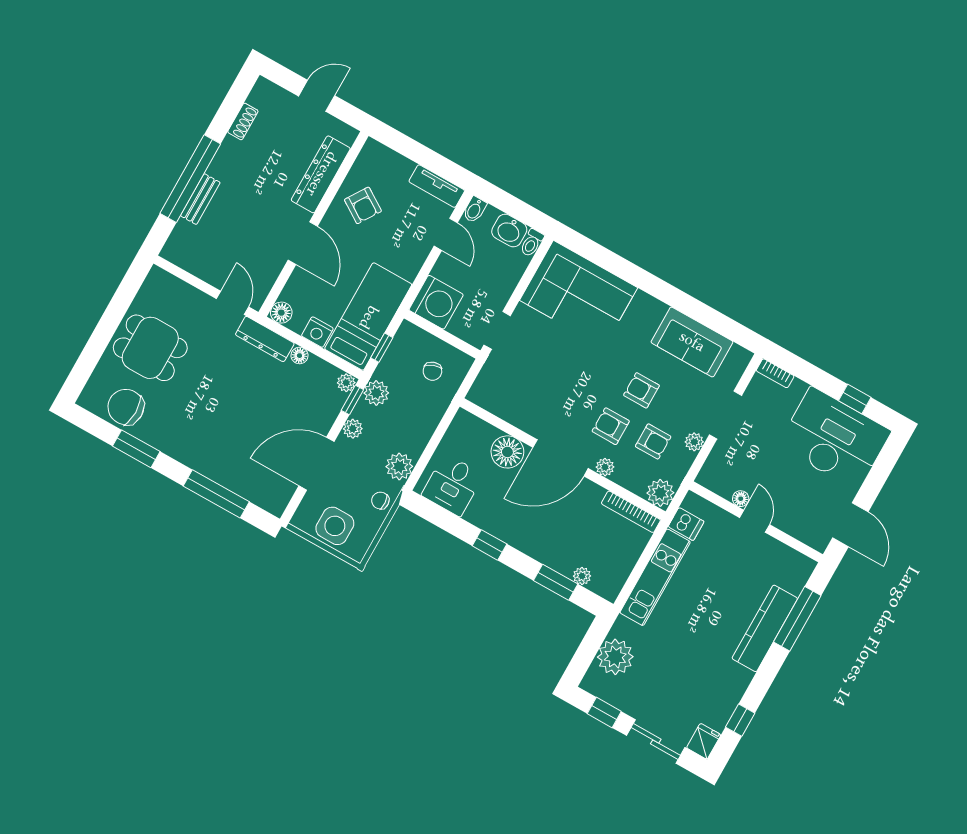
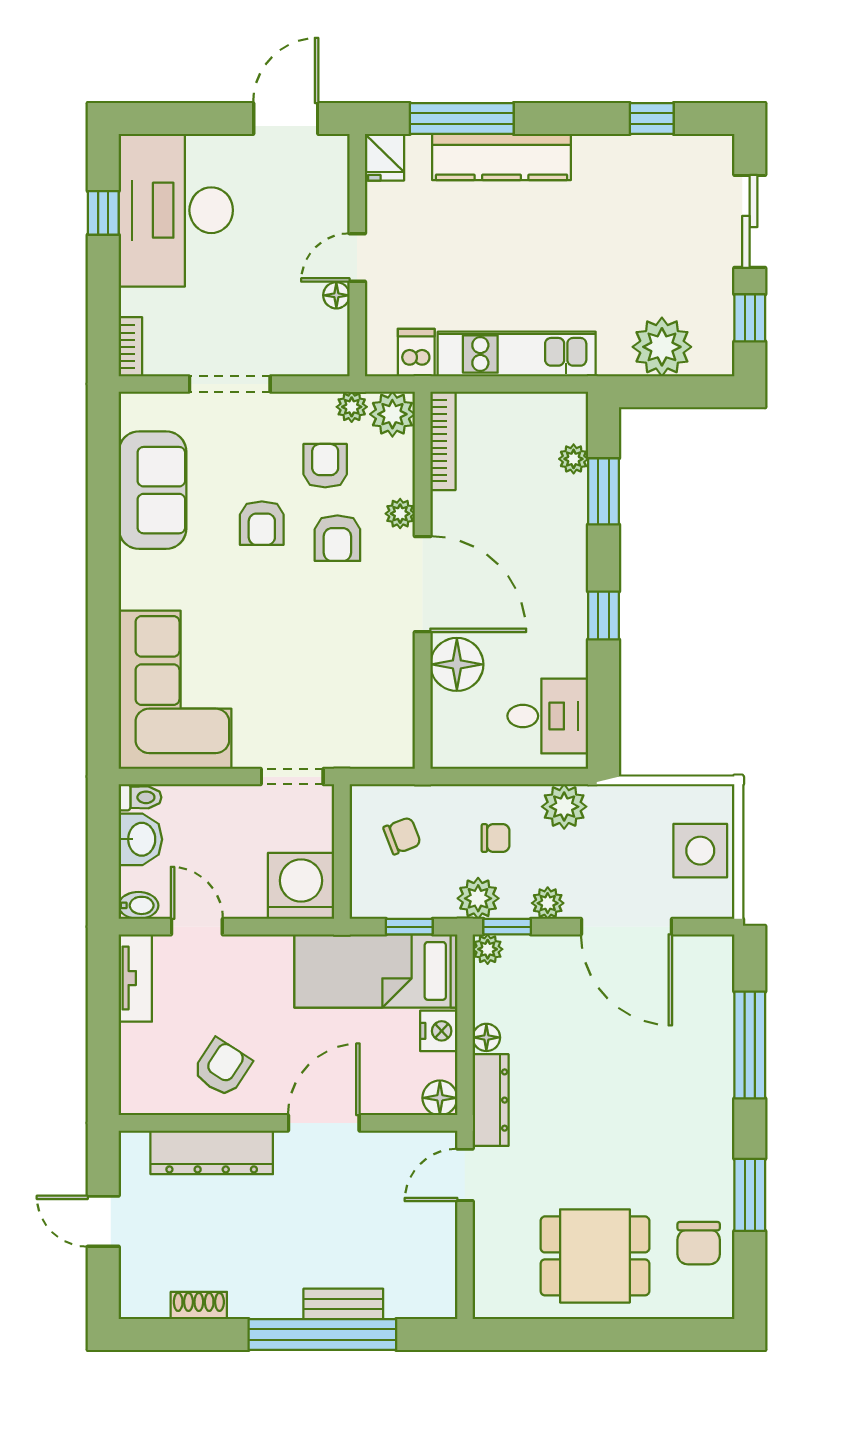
door: (446, 234) -> (197, 927), hinge flipped
dining table: (150, 348) -> (595, 1256), turned 90
chair: (126, 407) -> (699, 1243), width x0.73, depth x0.73
plant: (694, 442) -> (352, 407), moved
chair: (380, 501) -> (495, 838), moved, turned -87
fridge: (704, 741) -> (384, 157), moved, turned -90

